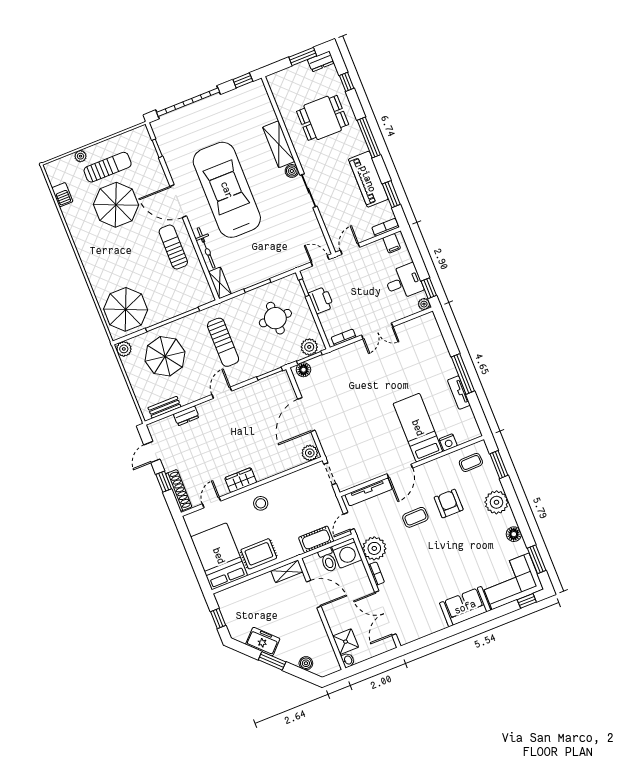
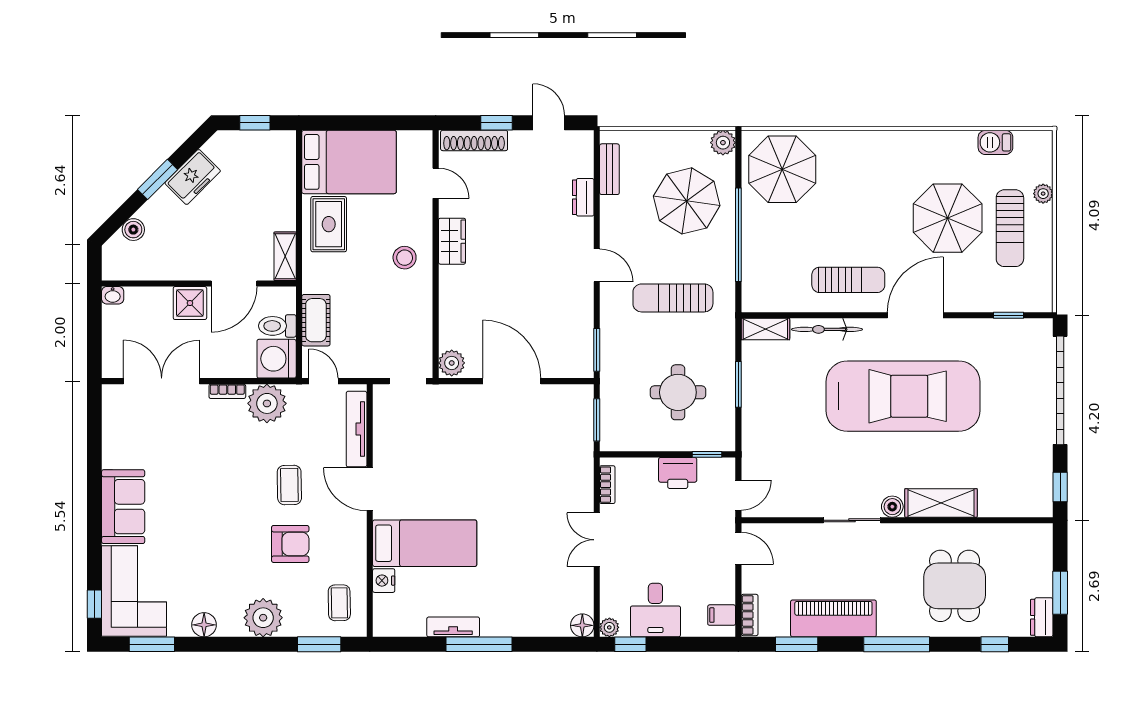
plant: (309, 347) -> (614, 426), removed
floor lamp: (303, 370) -> (582, 625), moved
shower: (346, 642) -> (190, 303), moved

